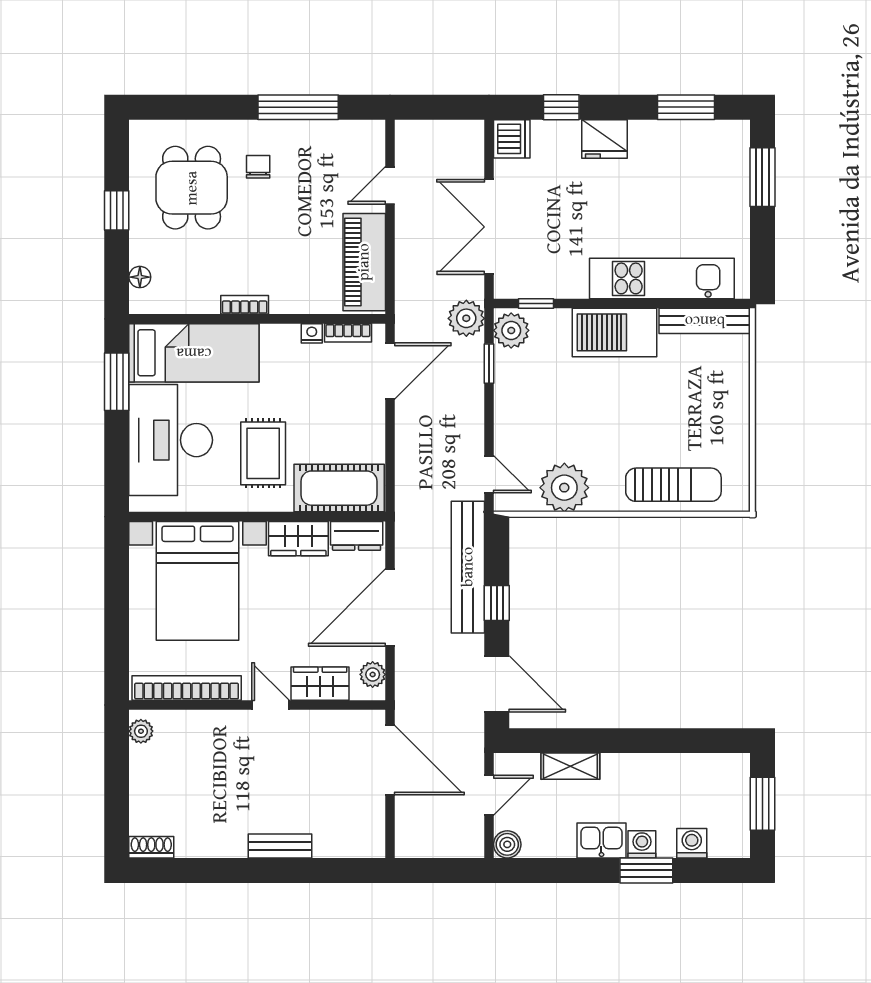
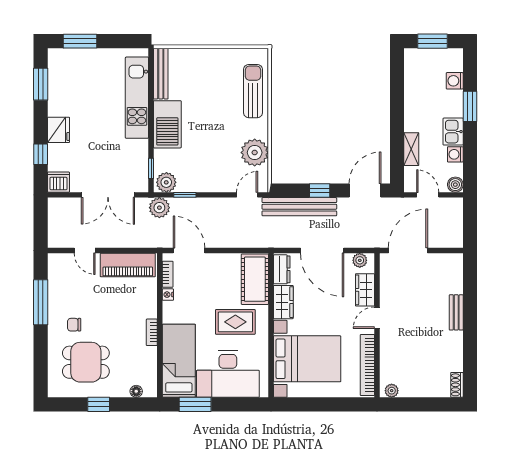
washing machine: (642, 844) -> (455, 154), moved

